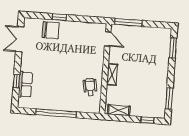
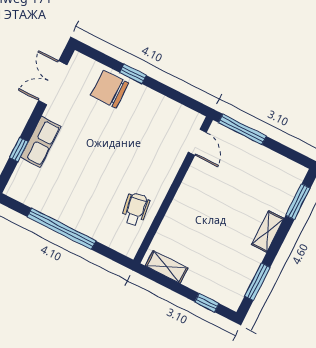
chair: (51, 30) -> (110, 89), turned 180
shelving: (112, 74) -> (268, 232), moved
row of seats: (25, 85) -> (41, 142), moved

